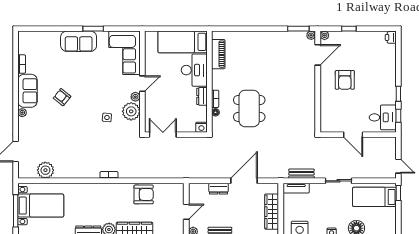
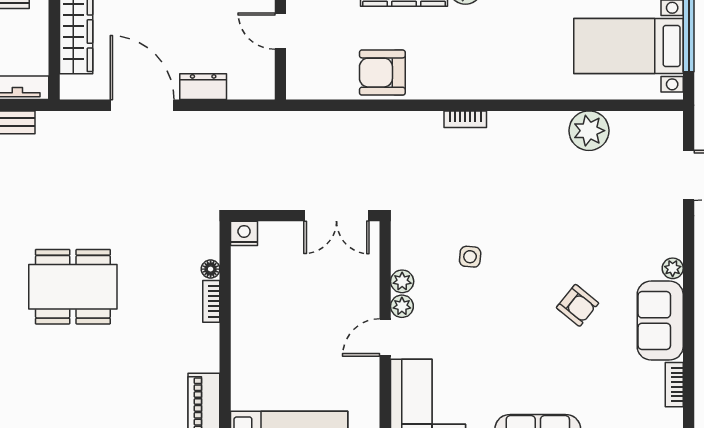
desk: (194, 70) -> (261, 370), removed
dresser: (202, 96) -> (243, 307), removed
dining table: (249, 108) -> (73, 287), moved, turned 90
plant: (131, 111) -> (402, 281), width x0.53, depth x0.53
plant: (45, 170) -> (589, 131), moved
door: (244, 181) -> (142, 105), swing flipped
door: (186, 212) -> (280, 31), hinge flipped

